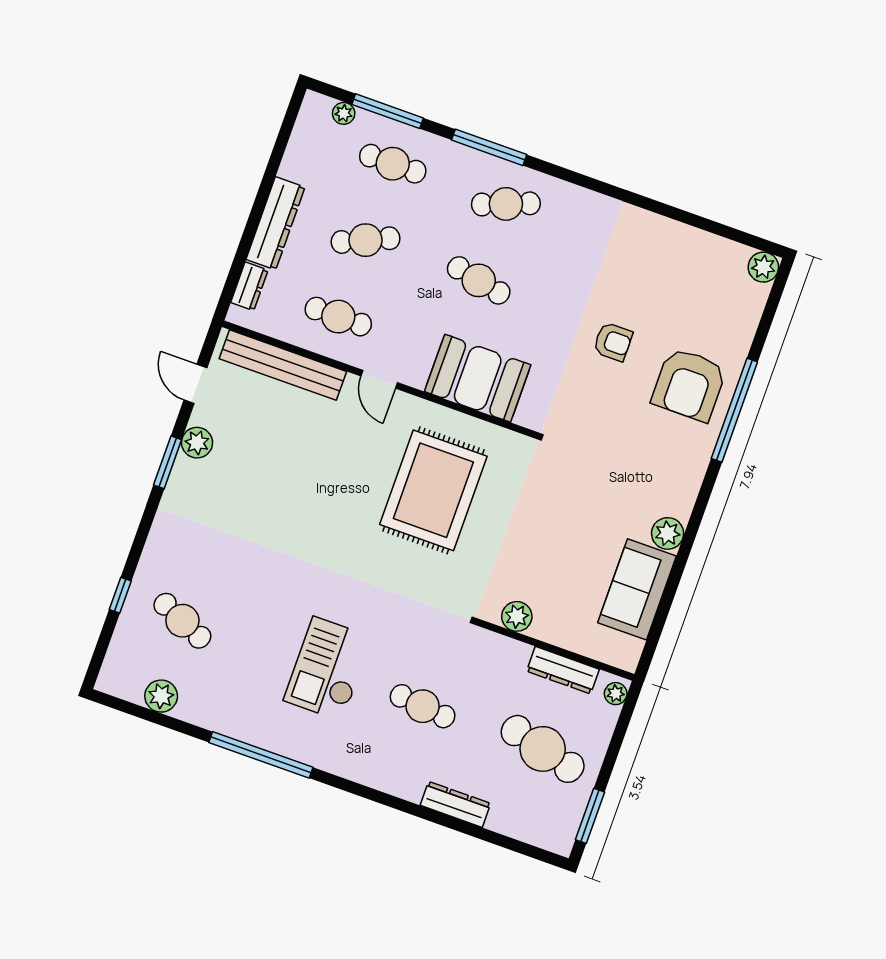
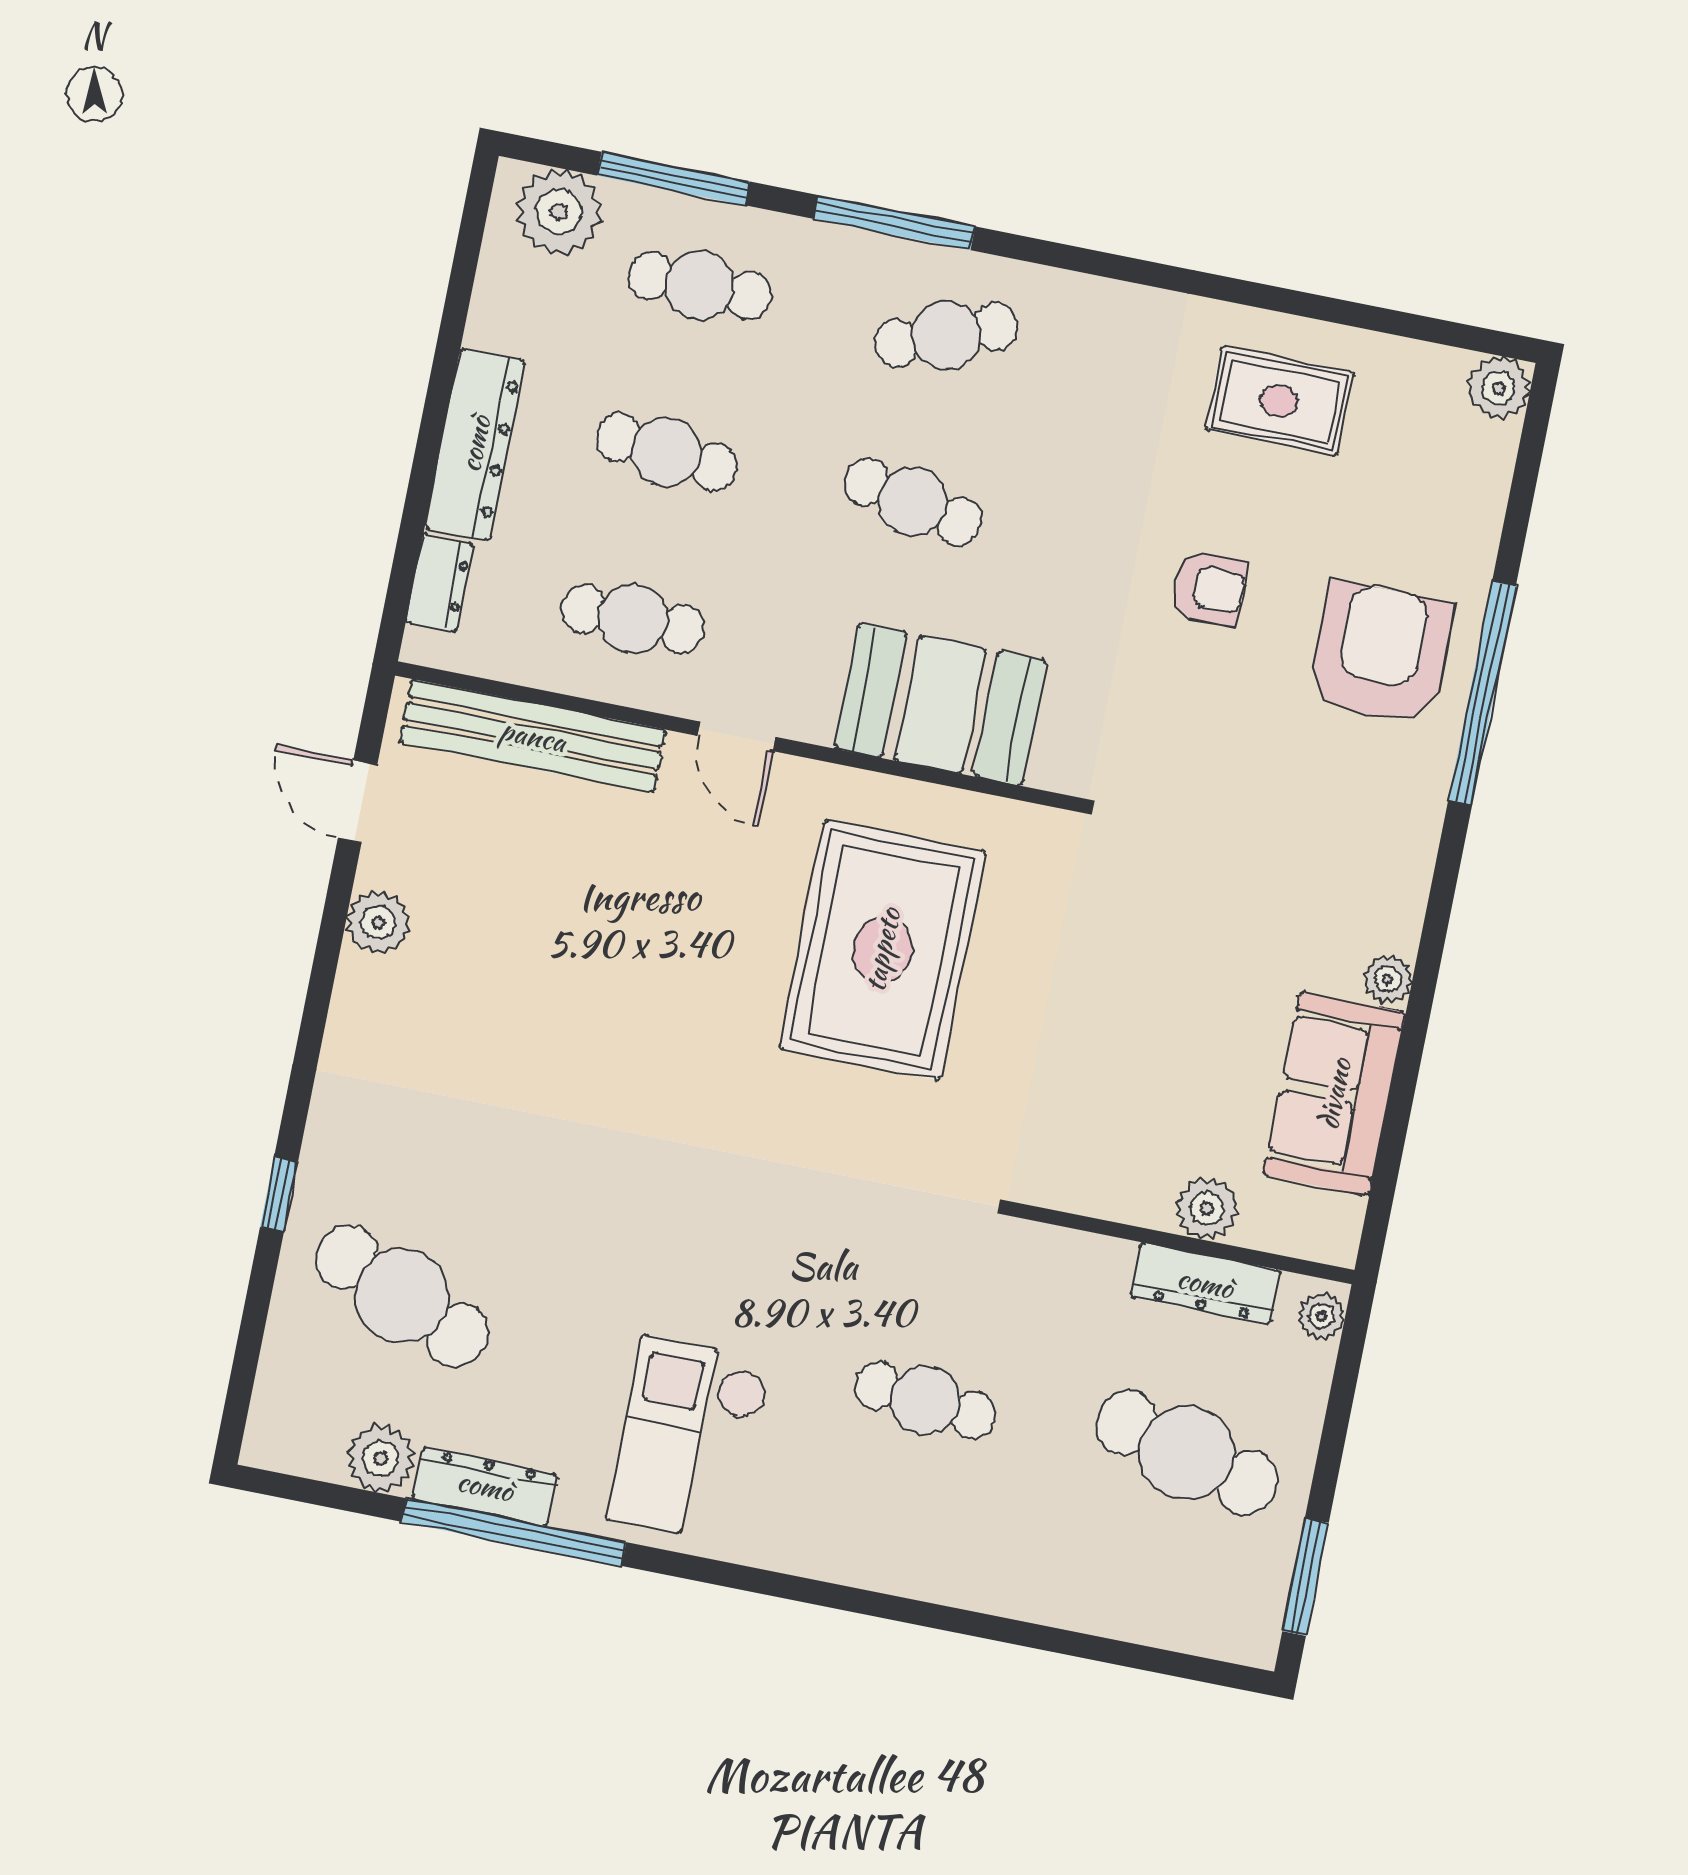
plant: (344, 113) -> (559, 212), width x1.88, depth x1.88
cafe table: (366, 240) -> (666, 452), turned 30
rug: (659, 258) -> (1279, 401), added
armchair: (689, 385) -> (1380, 654), turned 180
window: (168, 462) -> (323, 972), removed
plant: (668, 533) -> (1388, 979), width x0.73, depth x0.73
window: (120, 595) -> (279, 1194), moved
plant: (517, 616) -> (1207, 1209), moved
cafe table: (182, 621) -> (402, 1296), width x1.37, depth x1.35
checkout: (328, 669) -> (689, 1440), moved
window: (261, 755) -> (514, 1532), moved
dresser: (455, 804) -> (485, 1486), moved

